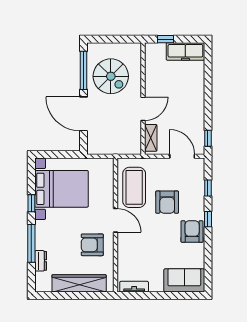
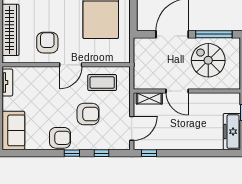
spiral stairs: (111, 76) -> (208, 60), turned 90
coffee table: (134, 187) -> (102, 83), width x0.73, depth x0.76
armchair: (167, 202) -> (88, 114), turned 180

